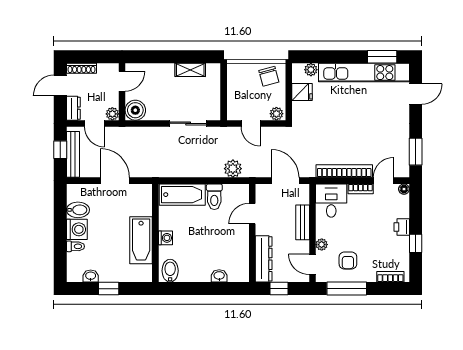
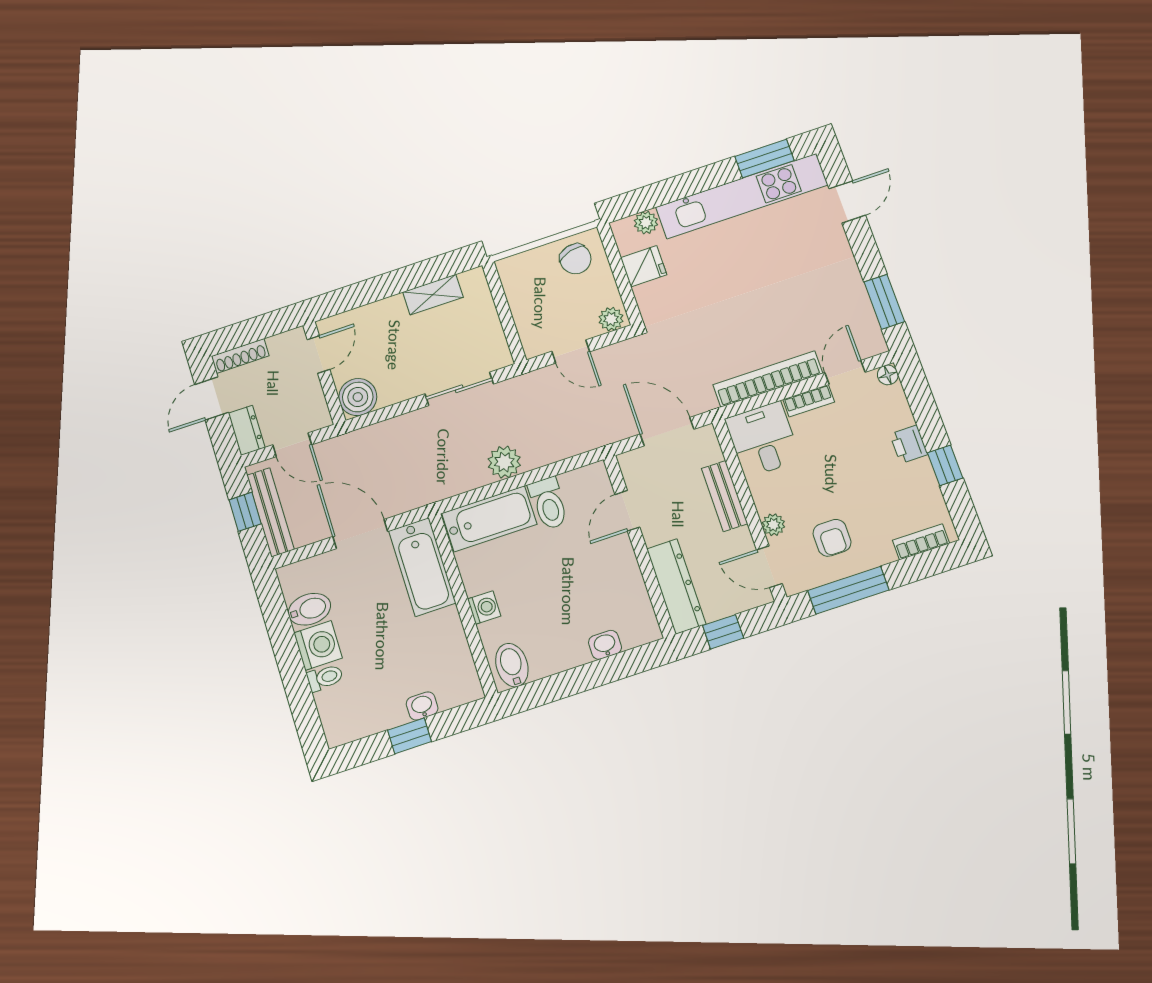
plant: (112, 114) -> (319, 417), removed
plant: (233, 169) -> (504, 462), moved
bathtub: (141, 240) -> (422, 567), moved
washbasin: (91, 276) -> (422, 706), moved

